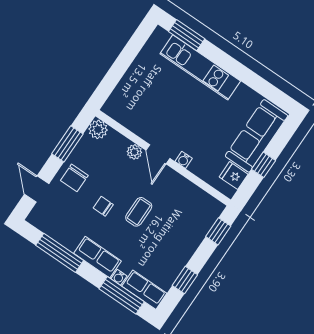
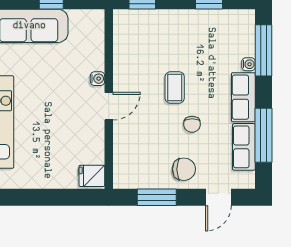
plant: (98, 129) -> (124, 178), removed
plant: (134, 152) -> (121, 130), removed
fridge: (234, 176) -> (92, 176), moved, turned 90
coffee table: (139, 212) -> (175, 87), turned 90
row of seats: (144, 290) -> (244, 147), moved

